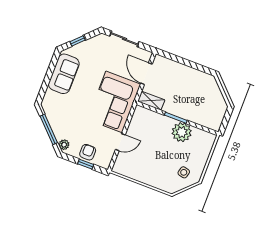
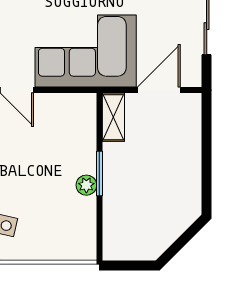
plant: (182, 132) -> (86, 185), width x0.53, depth x0.53

